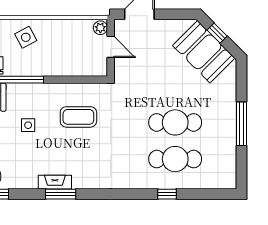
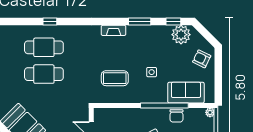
fireplace: (55, 182) -> (114, 30), moved
window: (61, 194) -> (140, 22), moved

